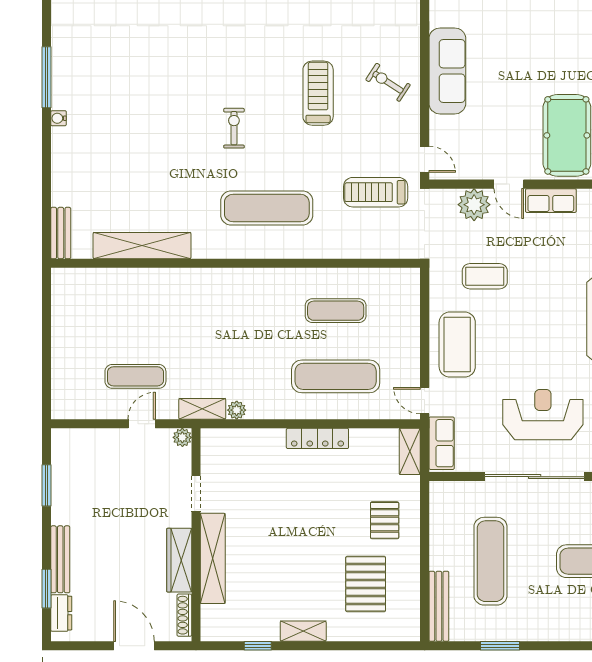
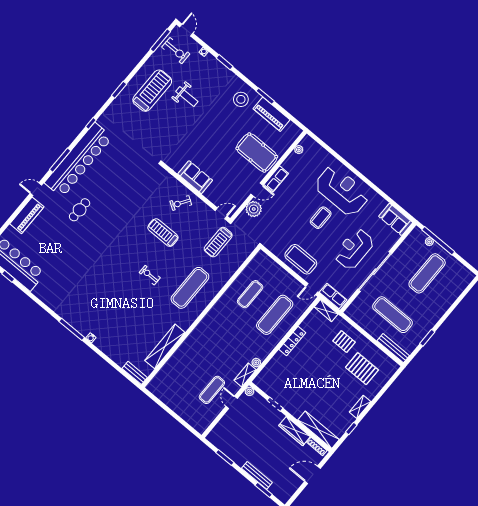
sofa: (447, 71) -> (195, 177), width x0.73
coffee table: (485, 276) -> (321, 218), moved
shelving: (213, 558) -> (319, 430), moved
dresser: (61, 613) -> (277, 492), removed

